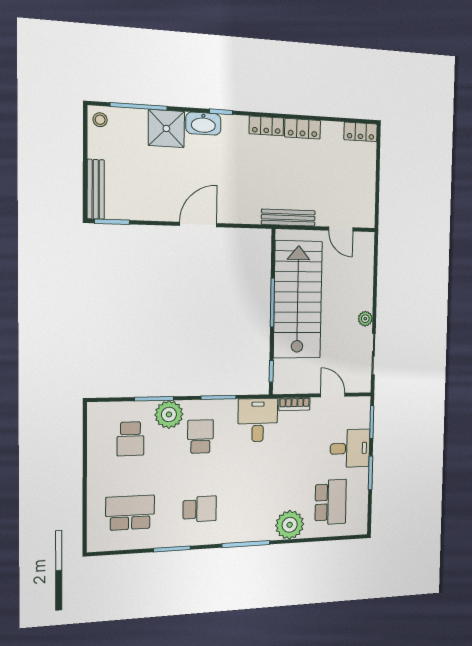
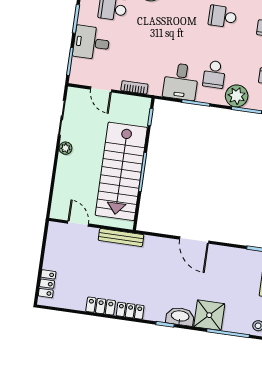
locker: (361, 132) -> (47, 284), moved, turned 90
door: (198, 224) -> (194, 240), hinge flipped
desk: (258, 420) -> (181, 82), moved

